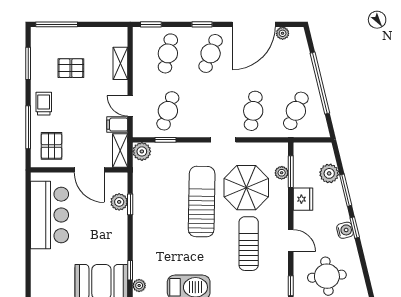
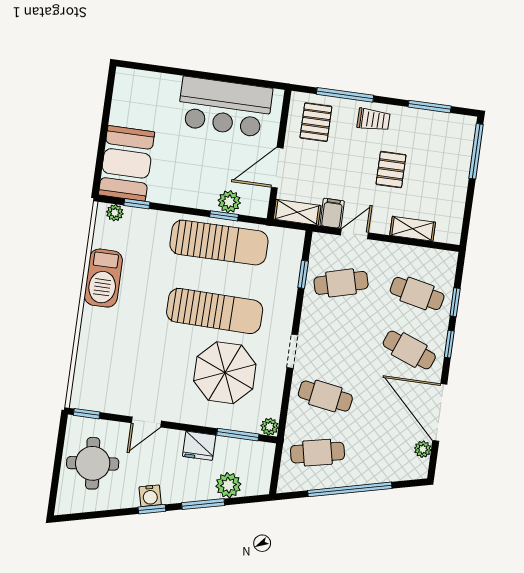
window: (151, 24) -> (455, 302), moved
pallet: (71, 68) -> (391, 170), moved
cafe table: (168, 111) -> (341, 283), turned -33
cafe table: (296, 111) -> (317, 453), turned -36
pallet: (51, 146) -> (316, 122), turned 90
plant: (142, 151) -> (292, 241), removed
plant: (282, 173) -> (270, 427), moved
sun lounger: (249, 244) -> (219, 243), moved, width x1.36, depth x1.34

